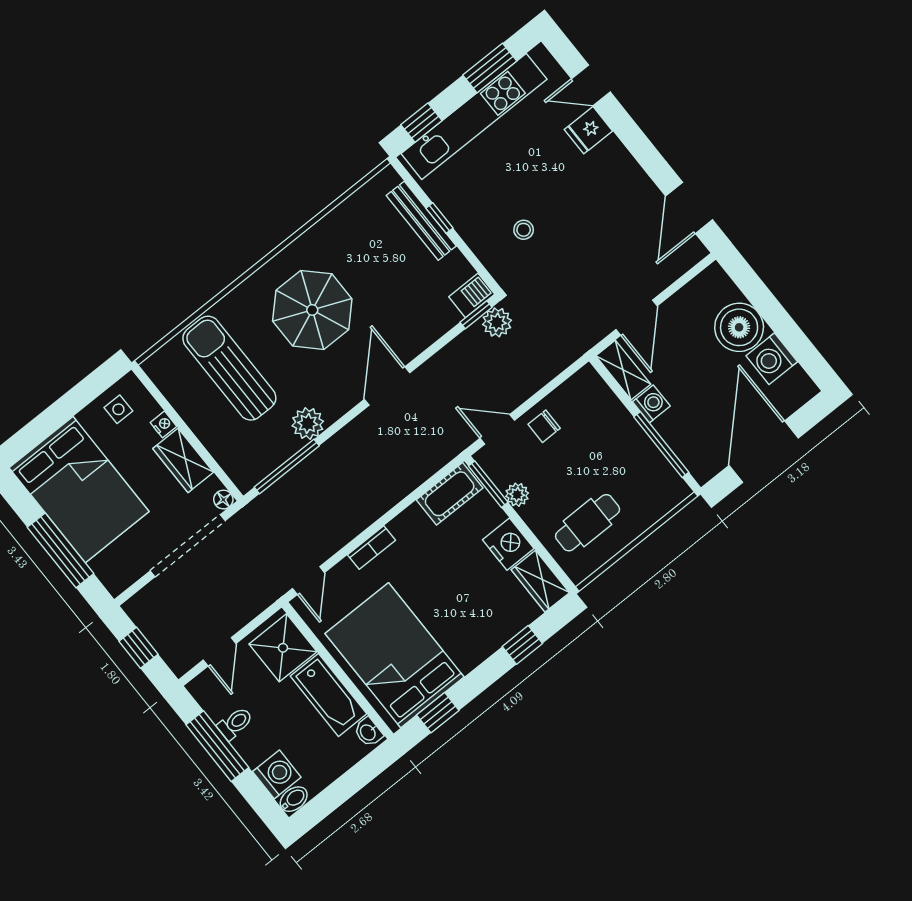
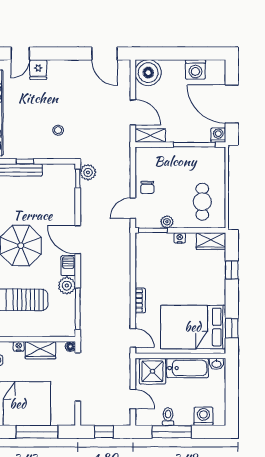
barbecue: (472, 295) -> (68, 266), moved
boiler: (739, 327) -> (148, 73), moved
washing machine: (651, 404) -> (218, 135), moved
cot: (450, 494) -> (144, 250), removed
nightstand: (508, 544) -> (180, 238), width x0.53, depth x0.56
bidet: (294, 799) -> (219, 418), removed

